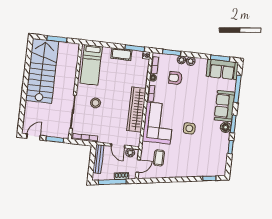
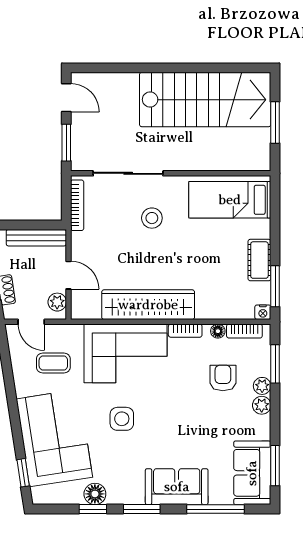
floor lamp: (226, 127) -> (95, 494), moved
door: (118, 146) -> (68, 275), swing flipped
corner sofa: (195, 162) -> (54, 438), added

